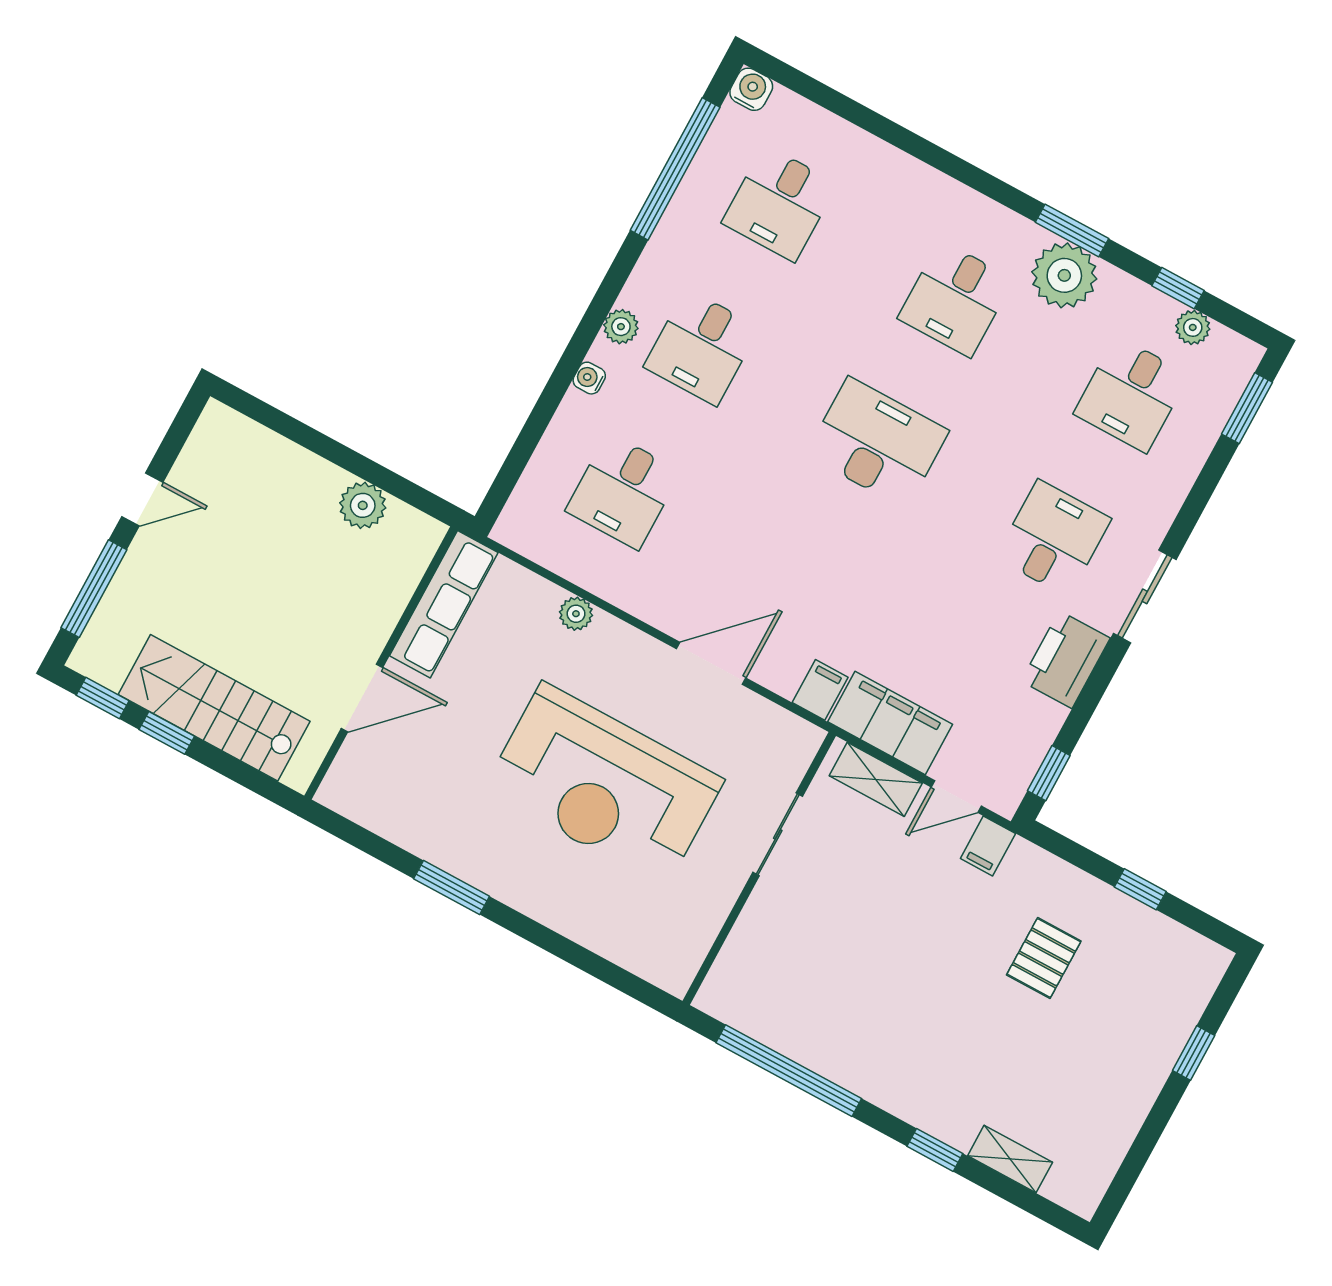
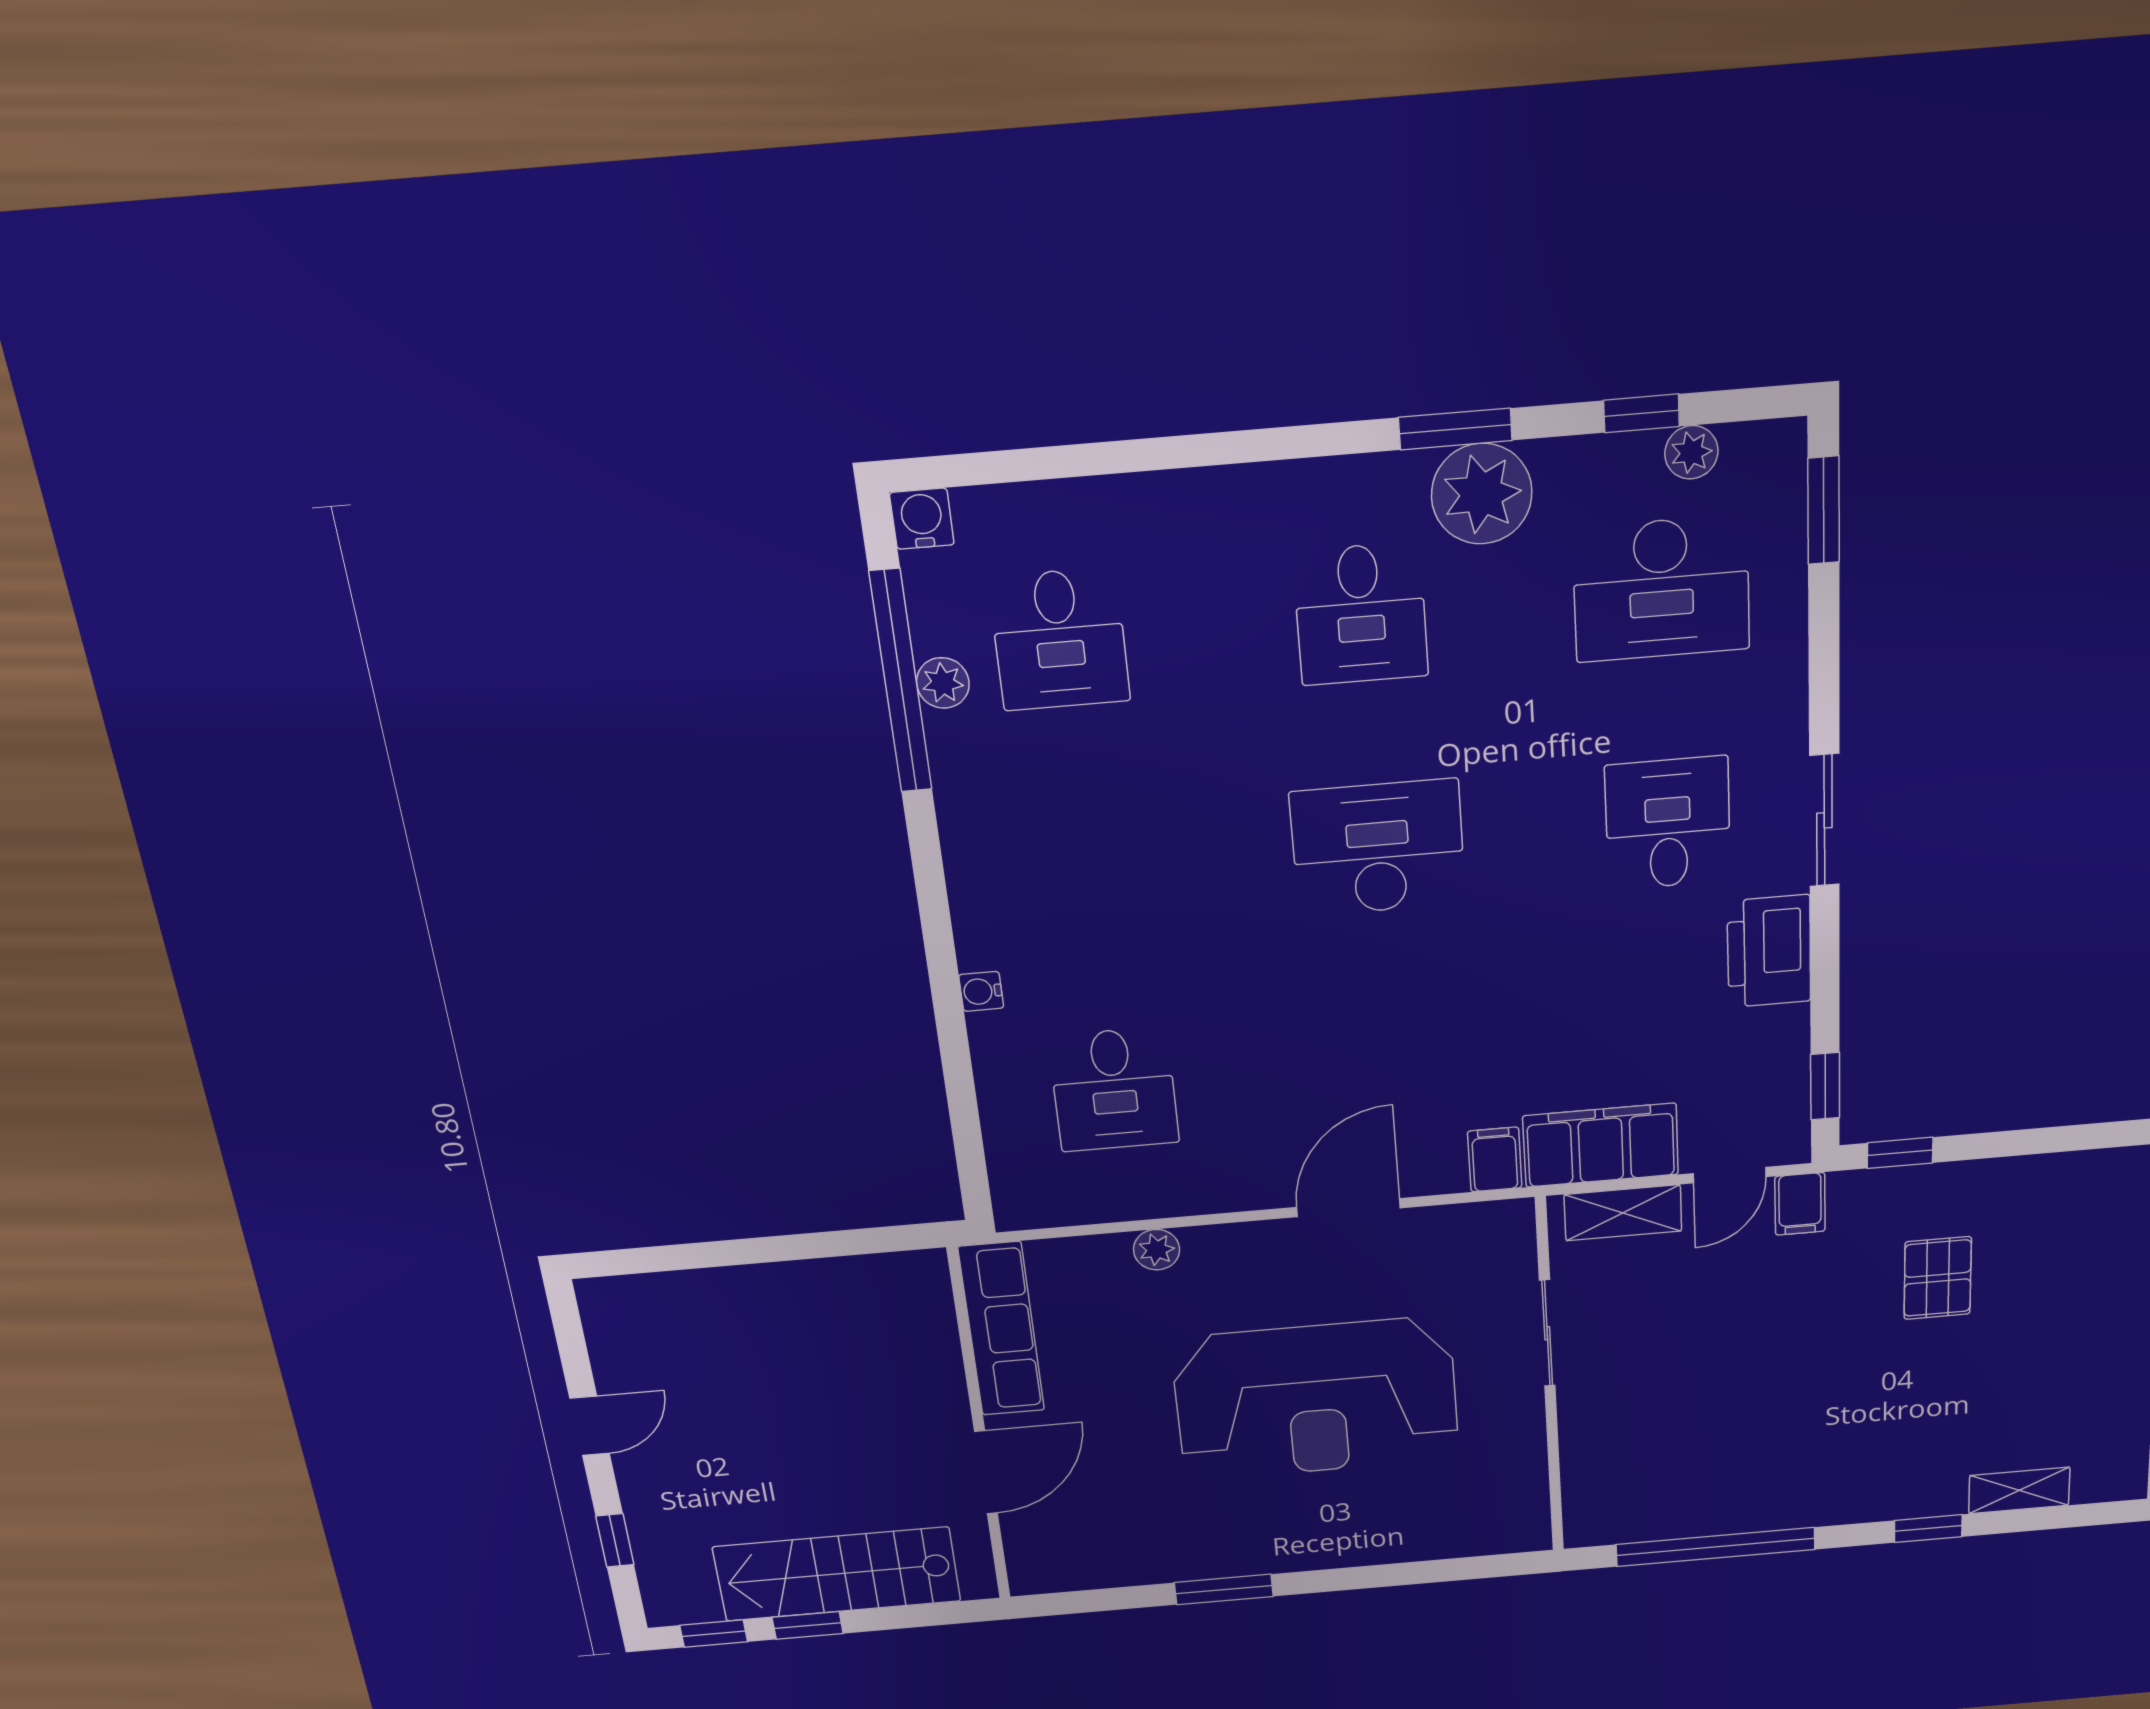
plant: (621, 327) -> (943, 683), moved
desk: (701, 347) -> (1088, 872), removed
desk: (1131, 394) -> (1661, 589), width x1.37
plant: (363, 505) -> (832, 1285), removed
window: (94, 589) -> (615, 1540), width x0.46
window: (1140, 889) -> (1900, 1153), moved

